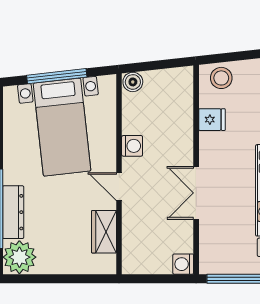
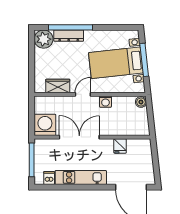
stool: (221, 78) -> (143, 151), removed
double door: (196, 193) -> (79, 137), width x1.37
washing machine: (183, 264) -> (45, 125), width x1.89, depth x1.89

